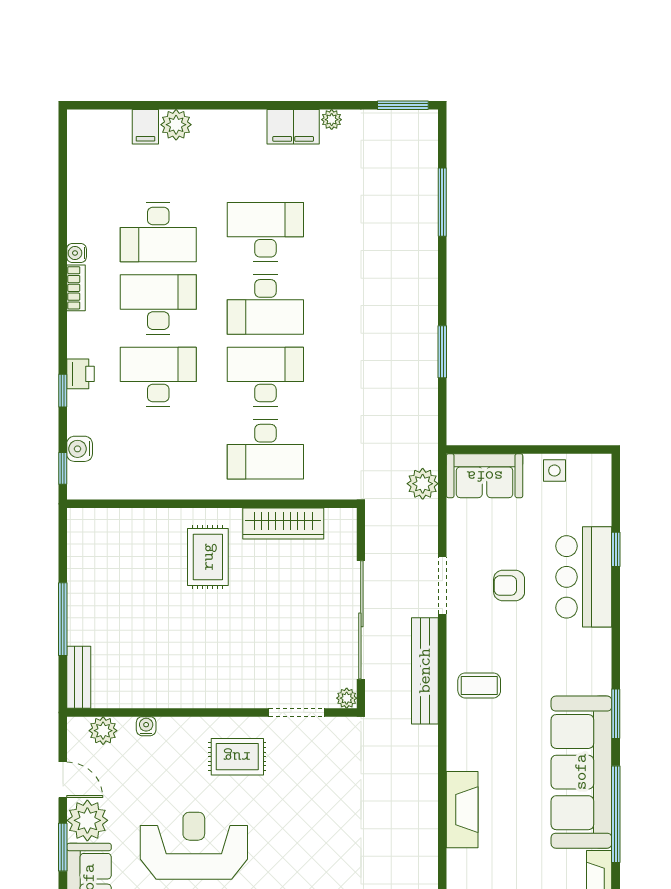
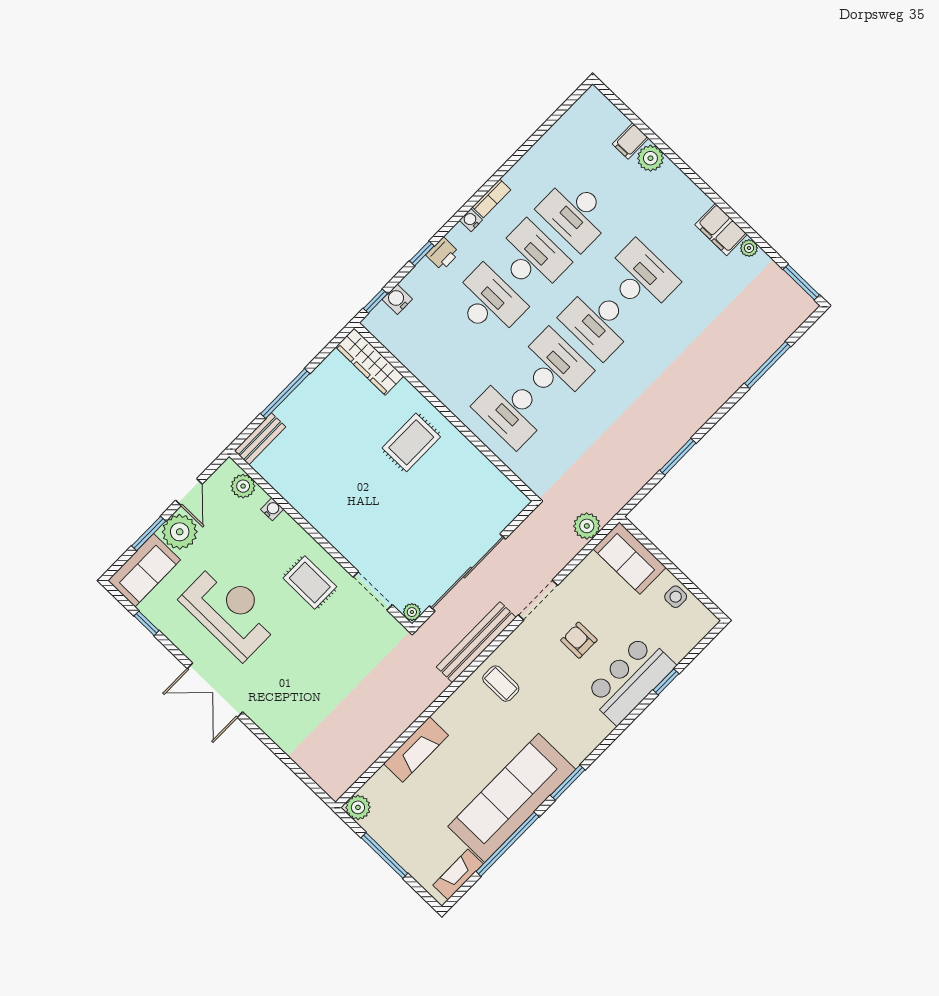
water cooler: (77, 253) -> (471, 220), moved
wardrobe: (283, 523) -> (370, 362), moved

